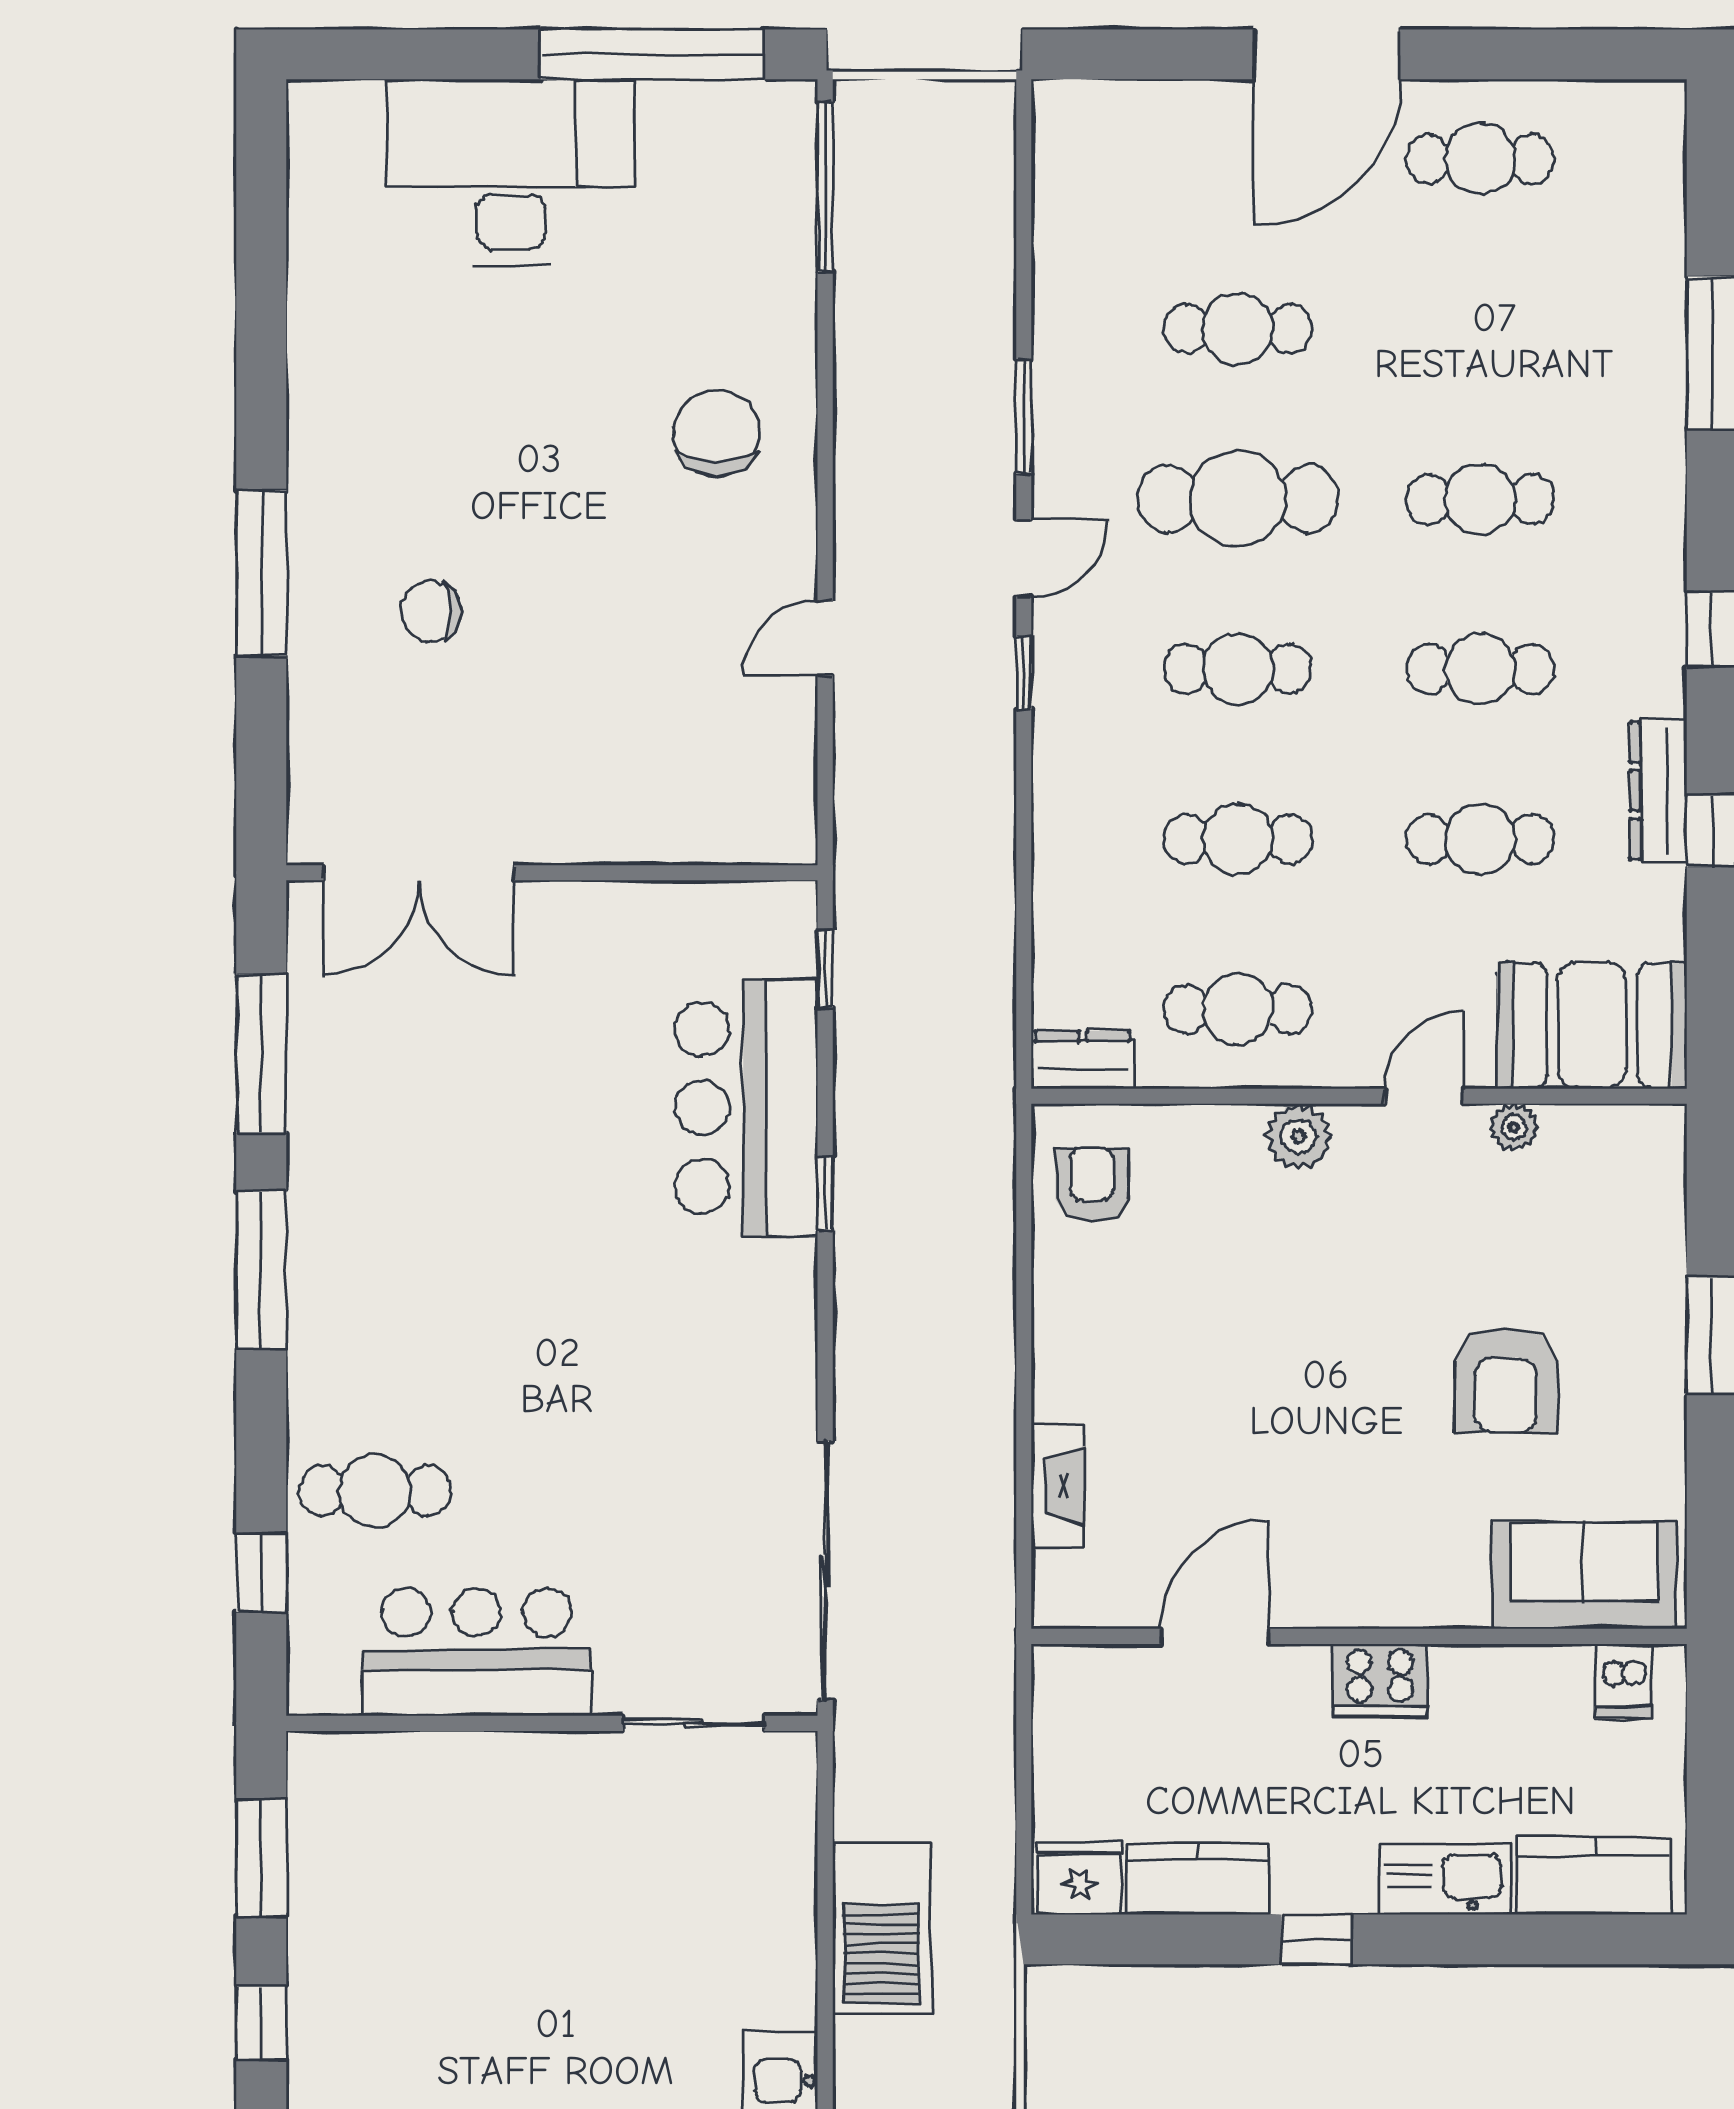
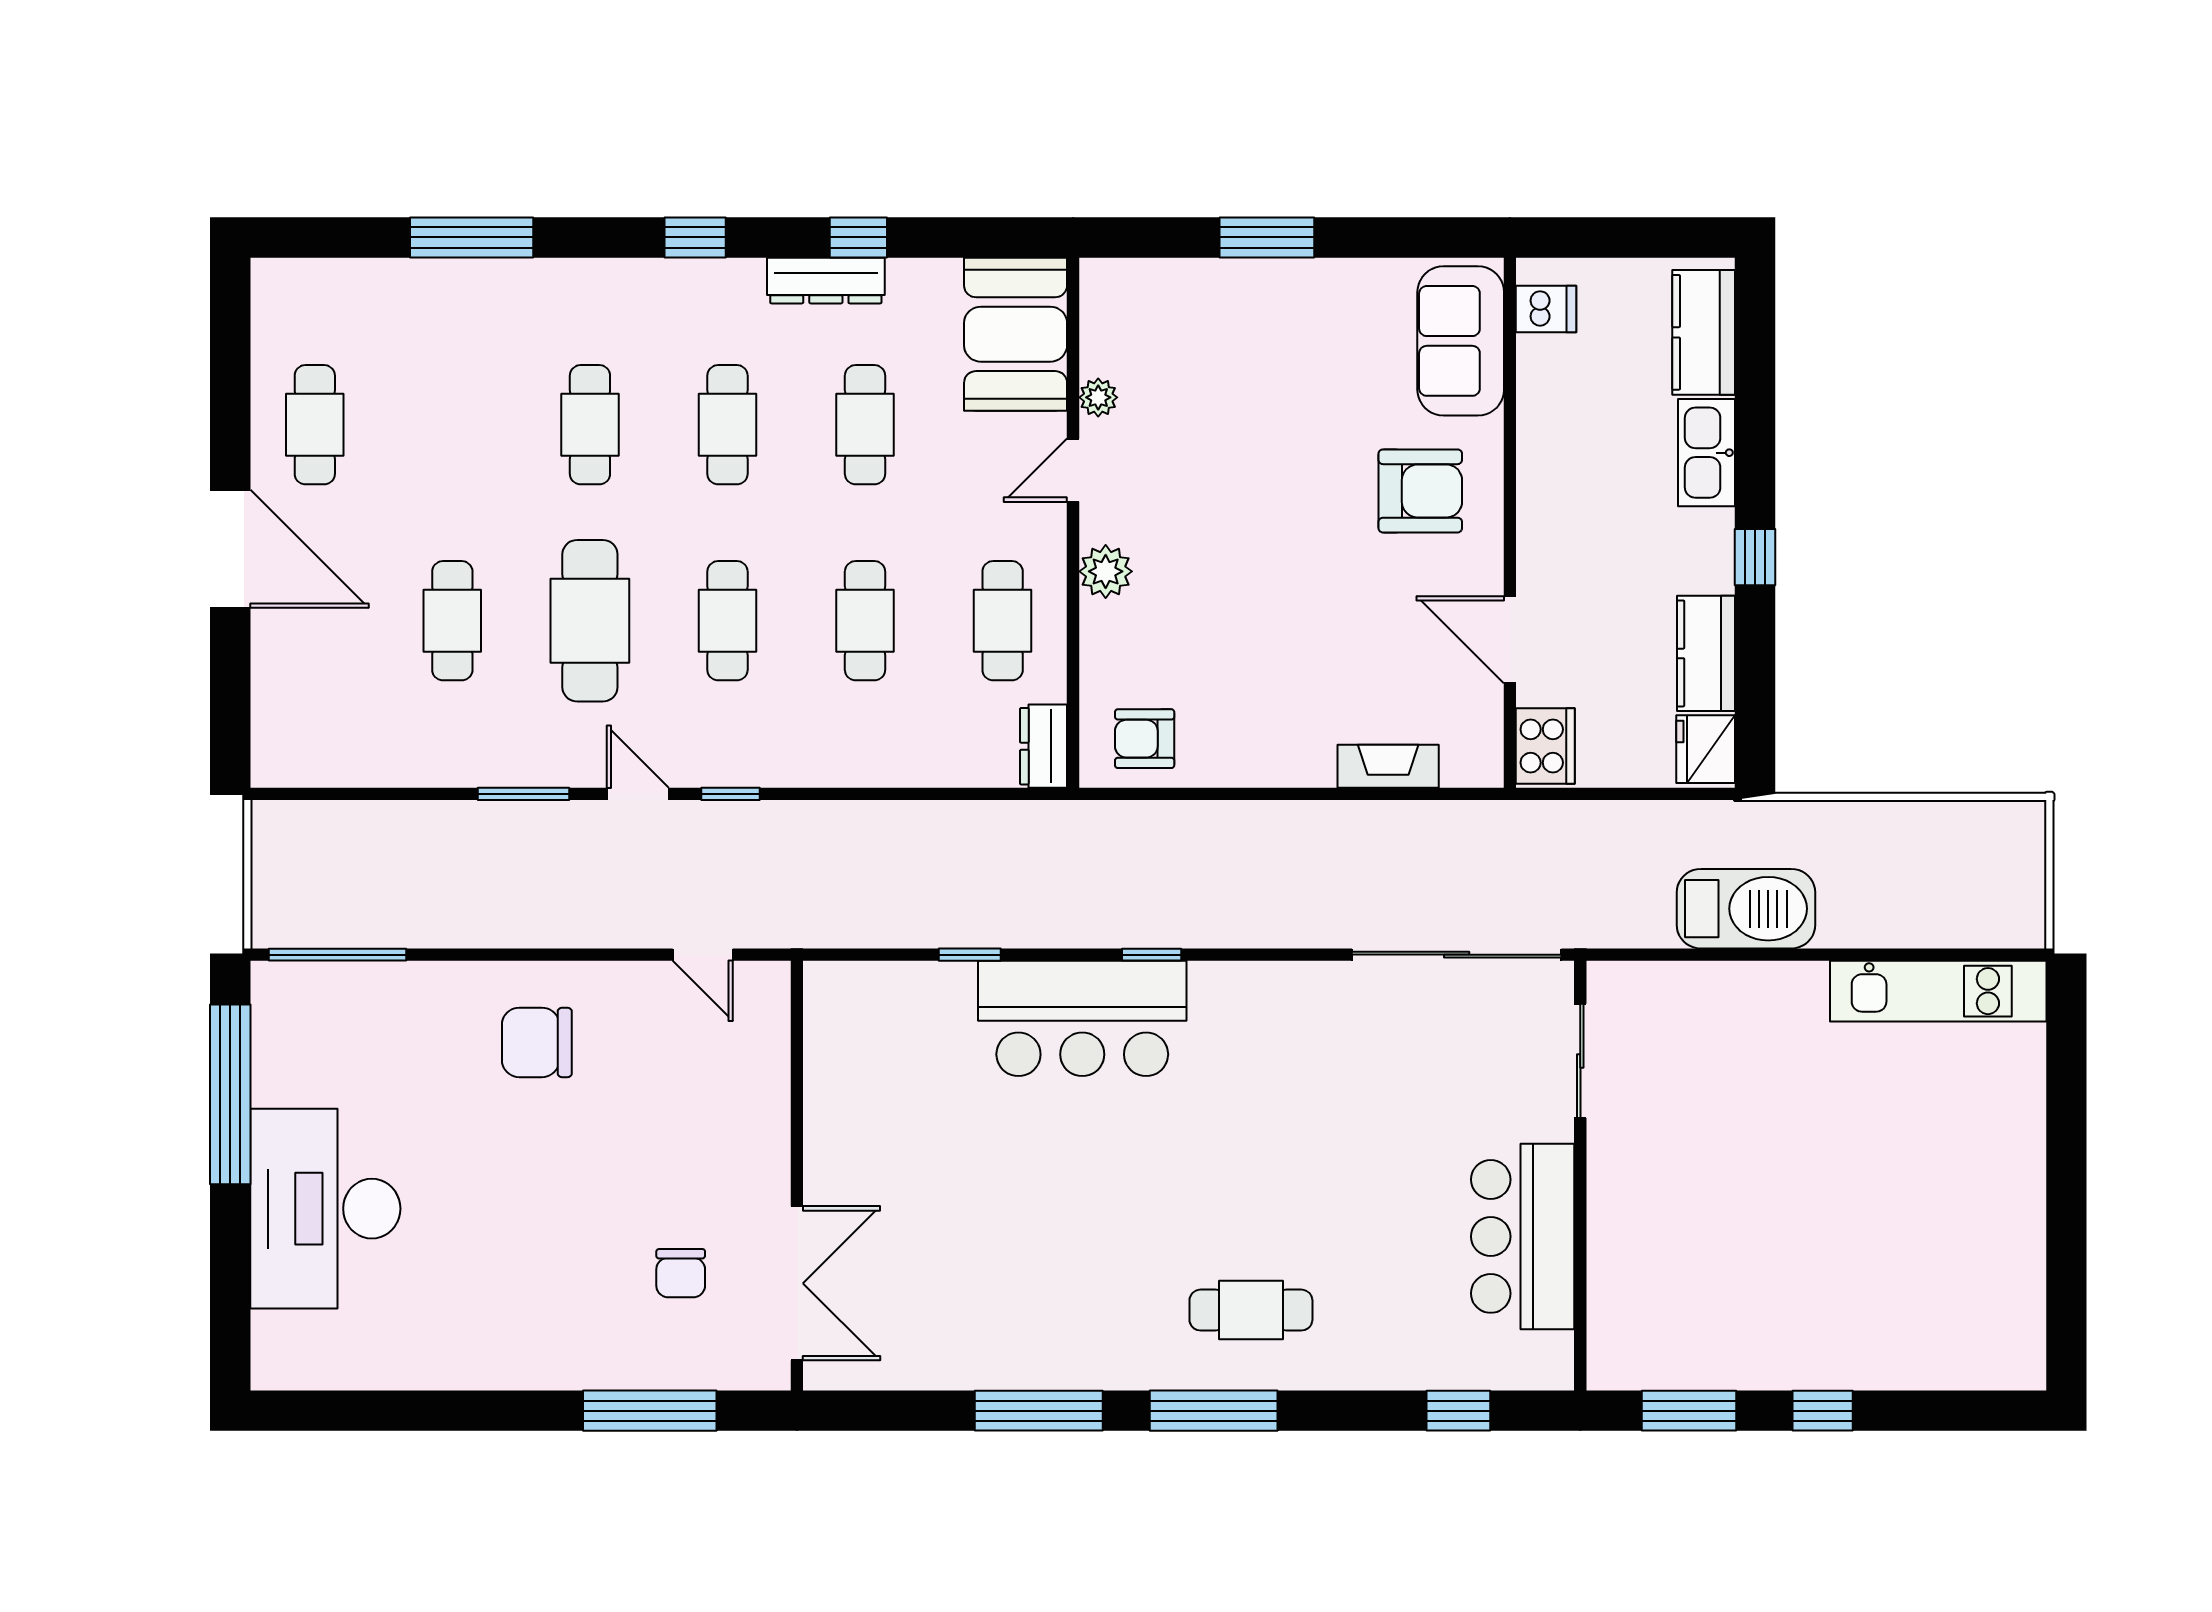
double door: (419, 873) -> (797, 1283), moved
wall: (552, 873) -> (797, 1176), moved
door: (1424, 1096) -> (1073, 470), hinge flipped
armchair: (1505, 1380) -> (1420, 491), moved
cafe table: (375, 1491) -> (1251, 1310), moved, turned 90
cooker: (1380, 1680) -> (1545, 746), moved

